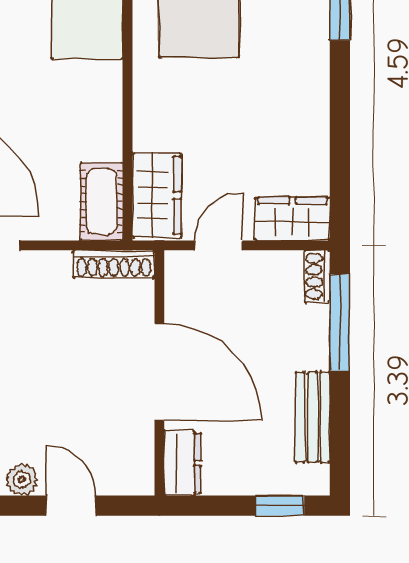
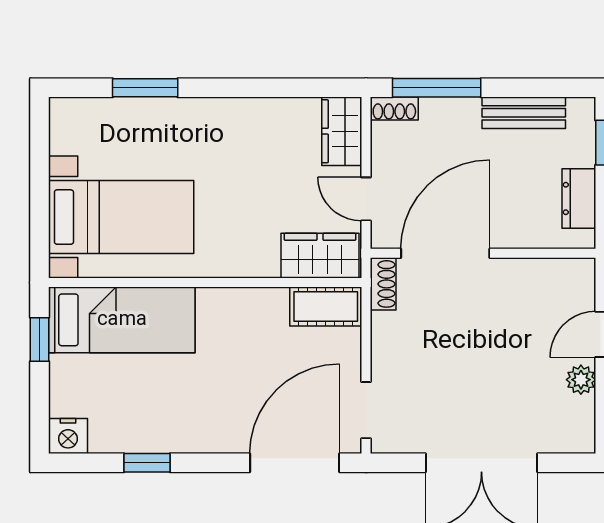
shoe rack: (114, 264) -> (383, 284), width x0.70
door: (159, 372) -> (445, 253), moved
dresser: (182, 463) -> (579, 198), moved, turned -90

